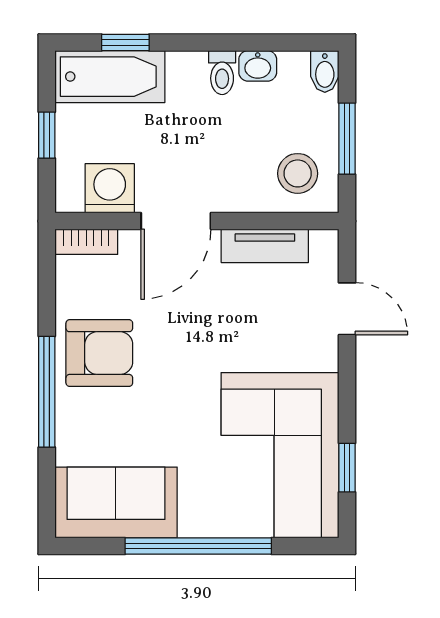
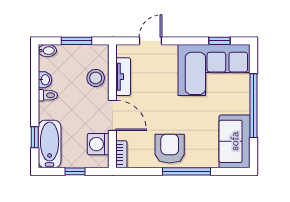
stool: (298, 173) -> (96, 78), moved

